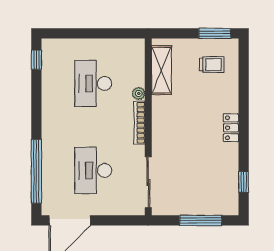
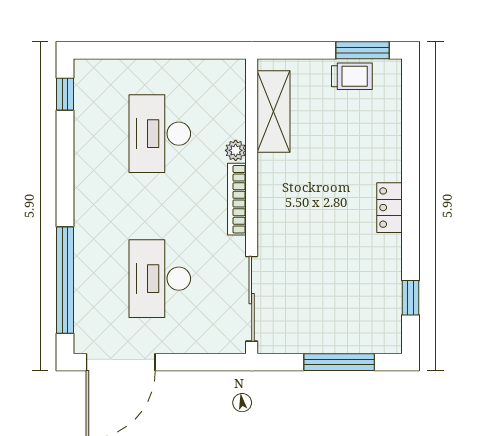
trolley: (212, 65) -> (352, 76), moved

